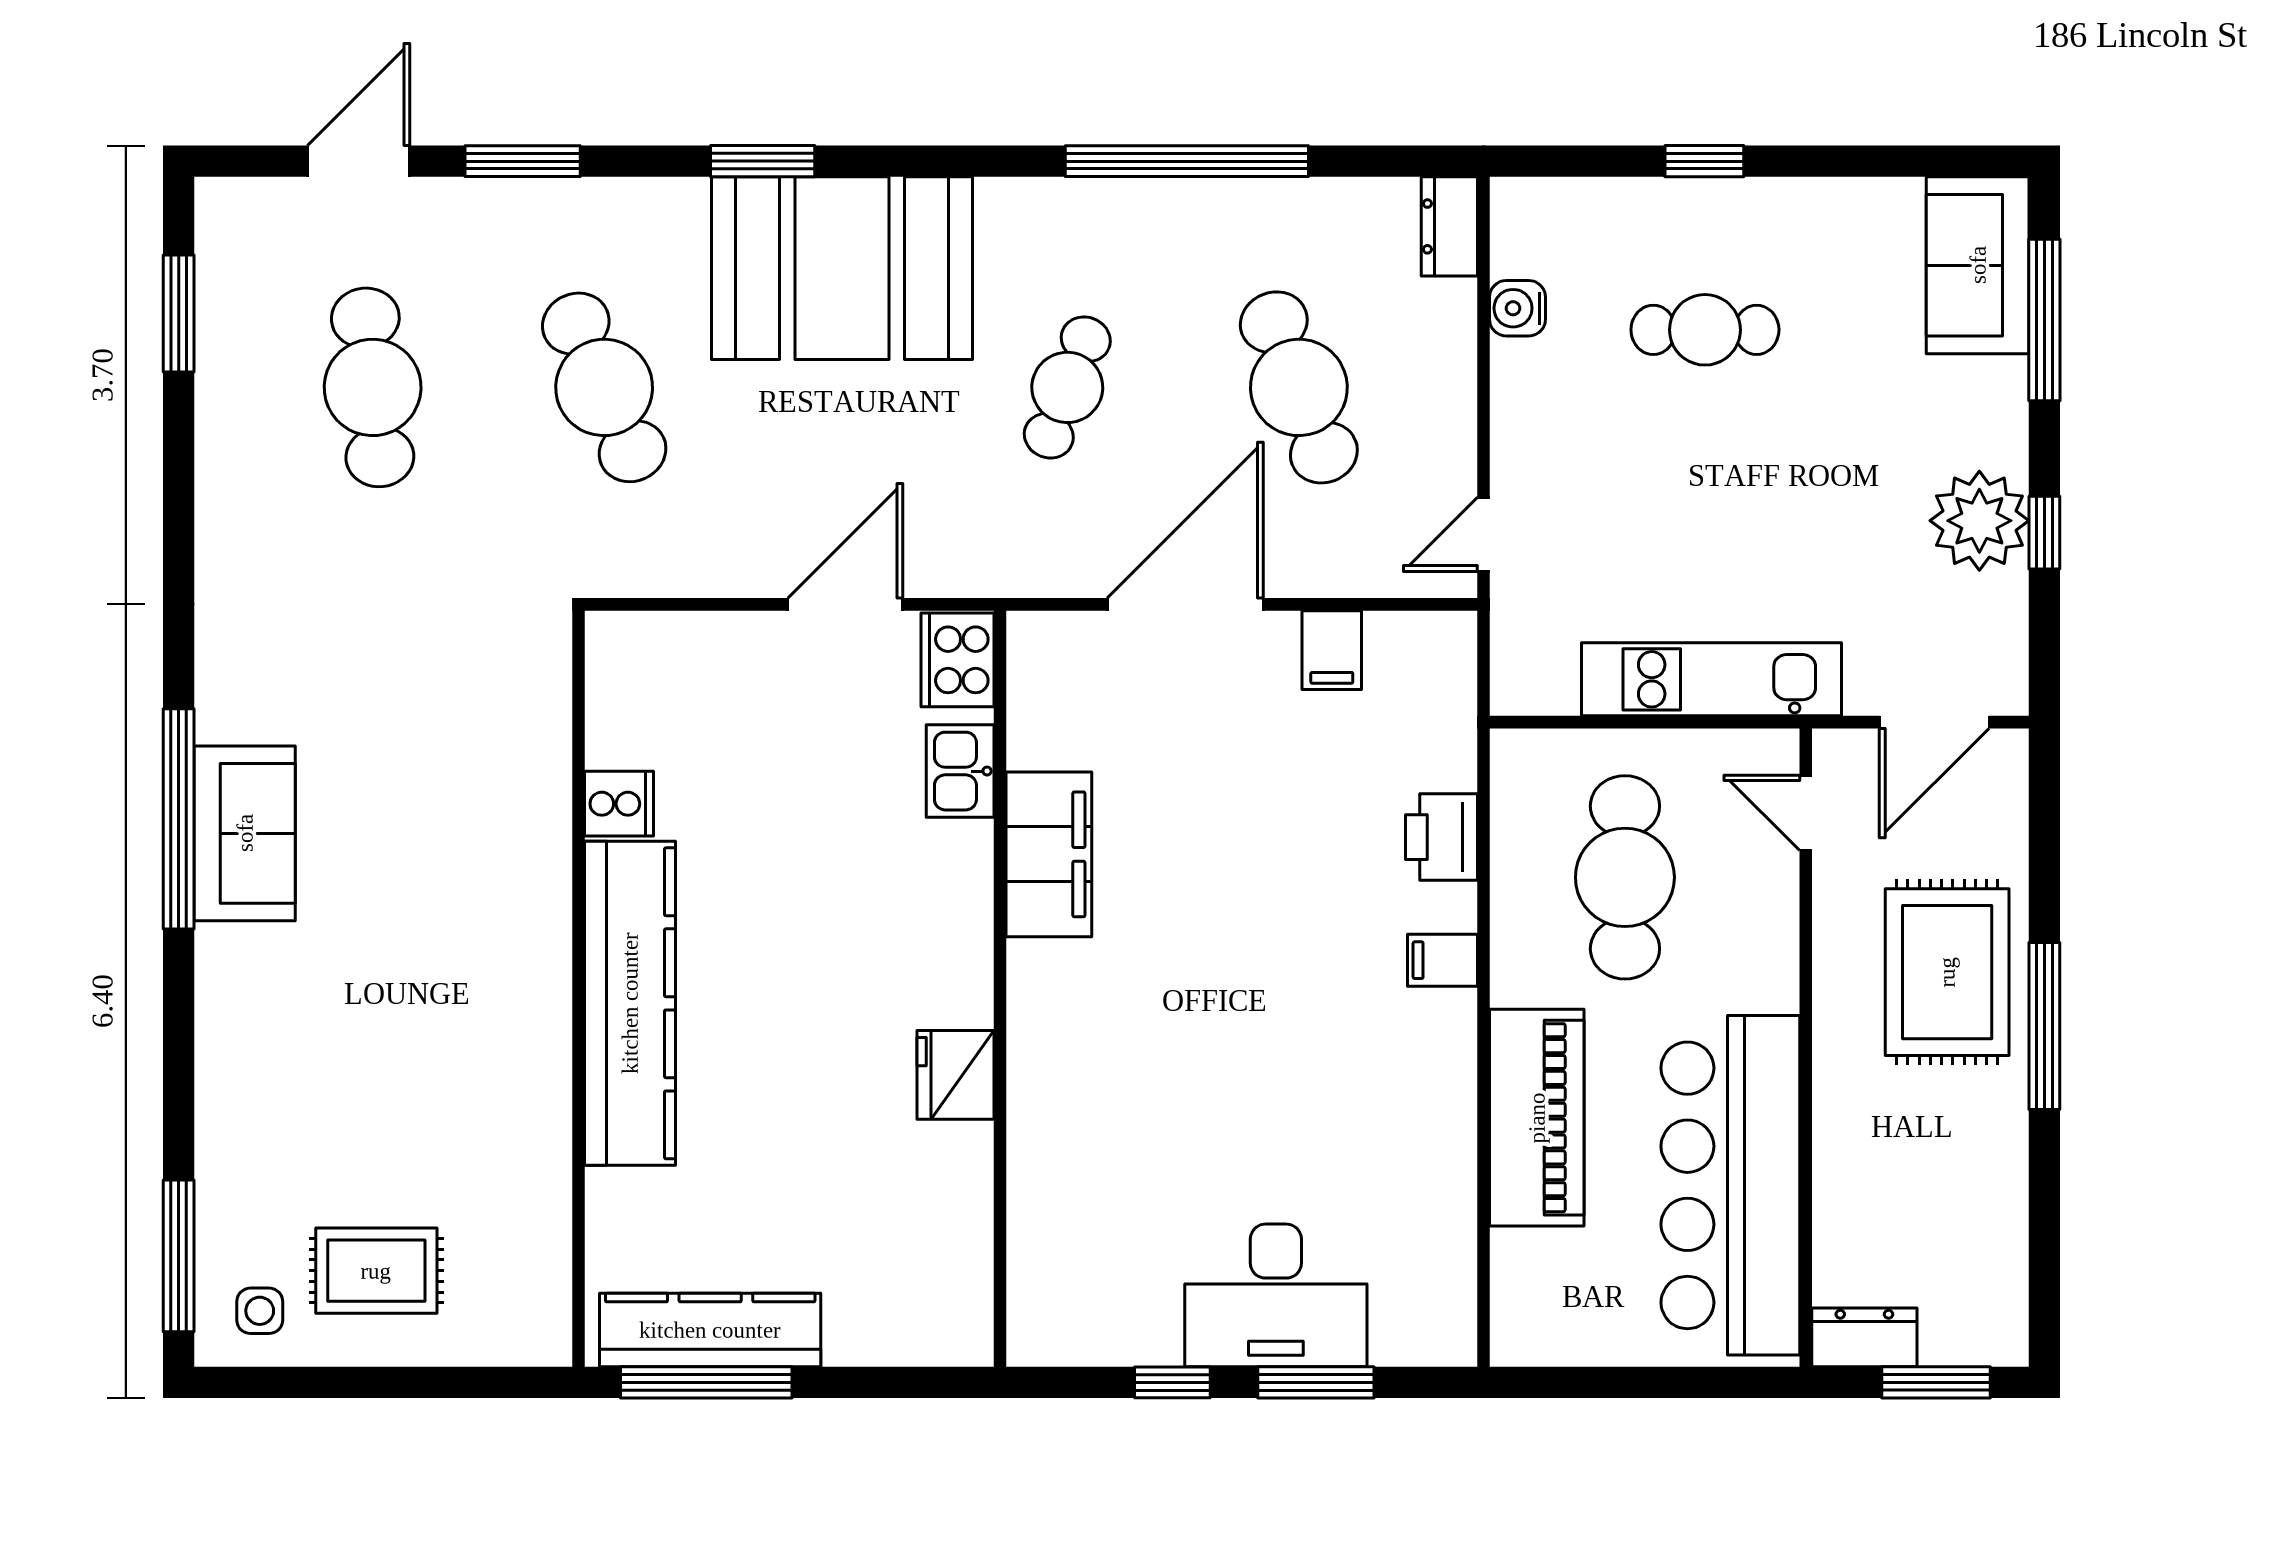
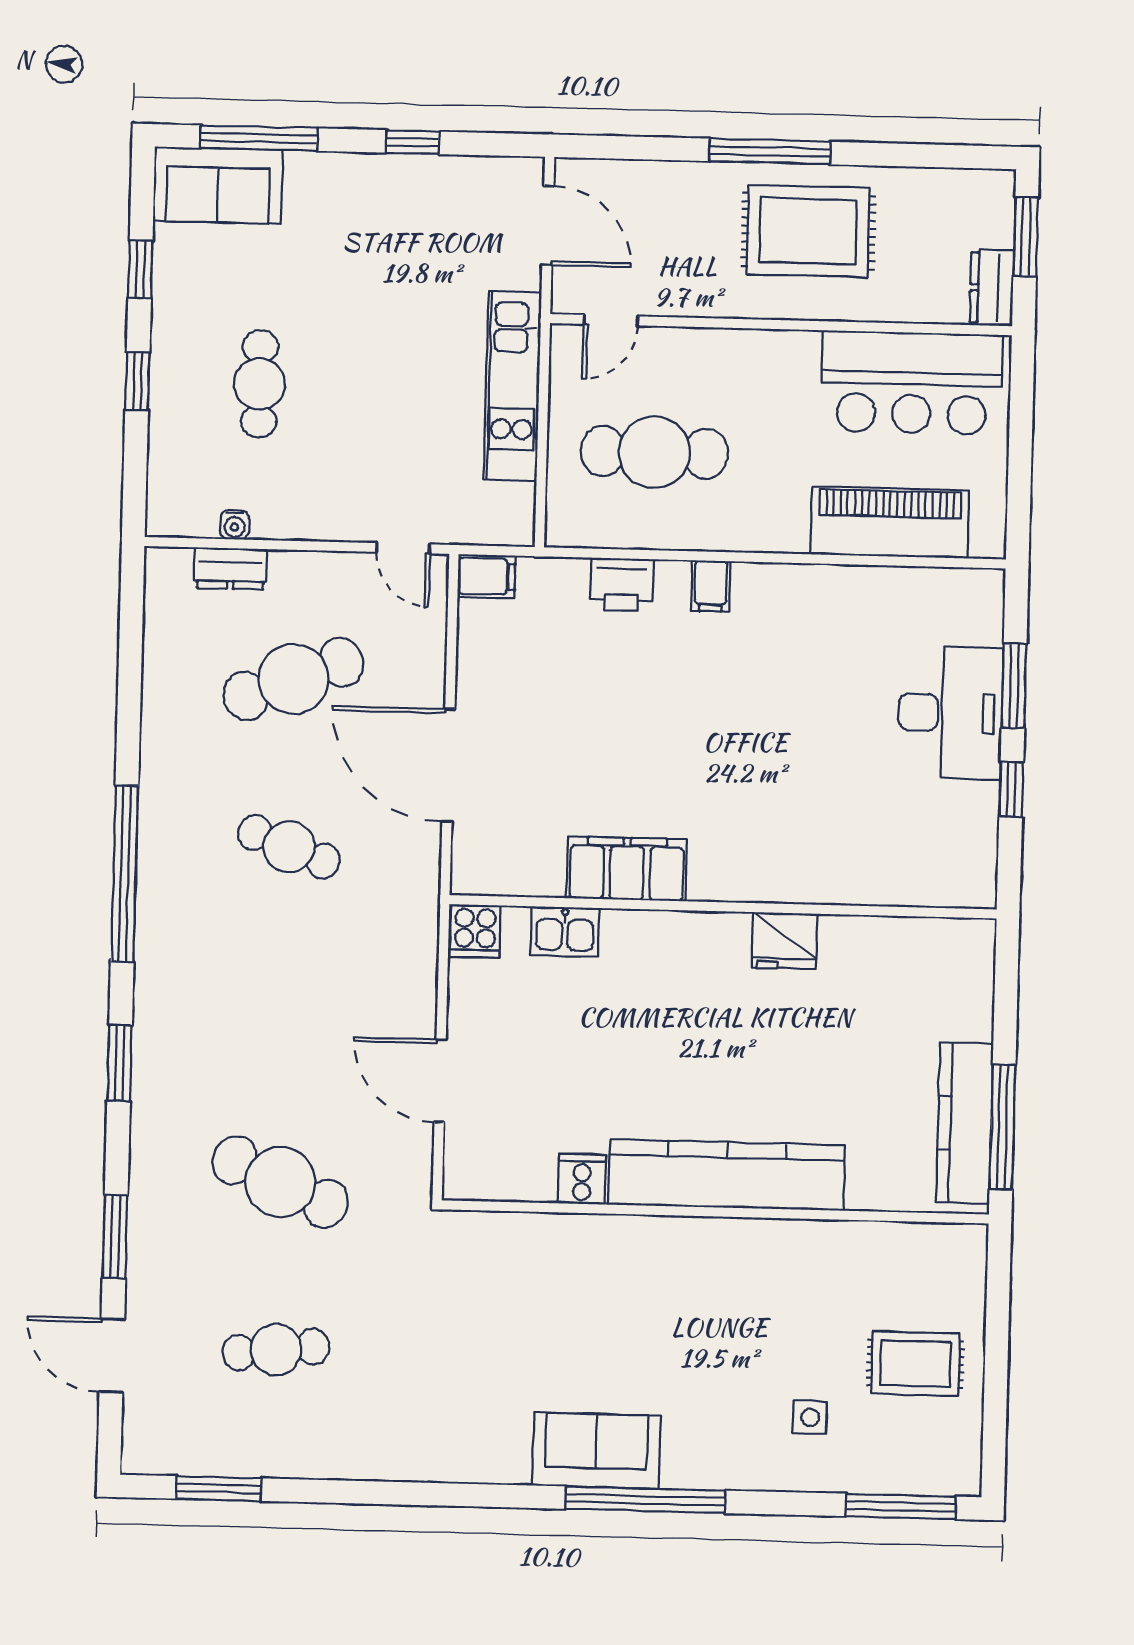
window: (1187, 161) -> (125, 874), moved
window: (1859, 161) -> (140, 269), added
dresser: (1449, 226) -> (230, 568), moved
booth: (842, 268) -> (198, 1007), removed
water cooler: (1517, 308) -> (235, 525), width x0.72, depth x0.72
cafe table: (373, 387) -> (276, 1350), width x0.73, depth x0.74
cafe table: (604, 387) -> (280, 1182), turned 48
plant: (1979, 521) -> (403, 189), removed
door: (845, 604) -> (440, 1081), moved
filing cabinet: (1332, 650) -> (486, 576), moved
cooker: (957, 660) -> (475, 931), width x0.73
window: (179, 819) -> (645, 1500), moved
rug: (1947, 972) -> (808, 231), moved
piano: (1537, 1118) -> (890, 522), moved
bar counter: (1730, 1185) -> (912, 383), width x0.73
rug: (376, 1271) -> (915, 1364), turned 90
side table: (260, 1311) -> (810, 1417), moved

